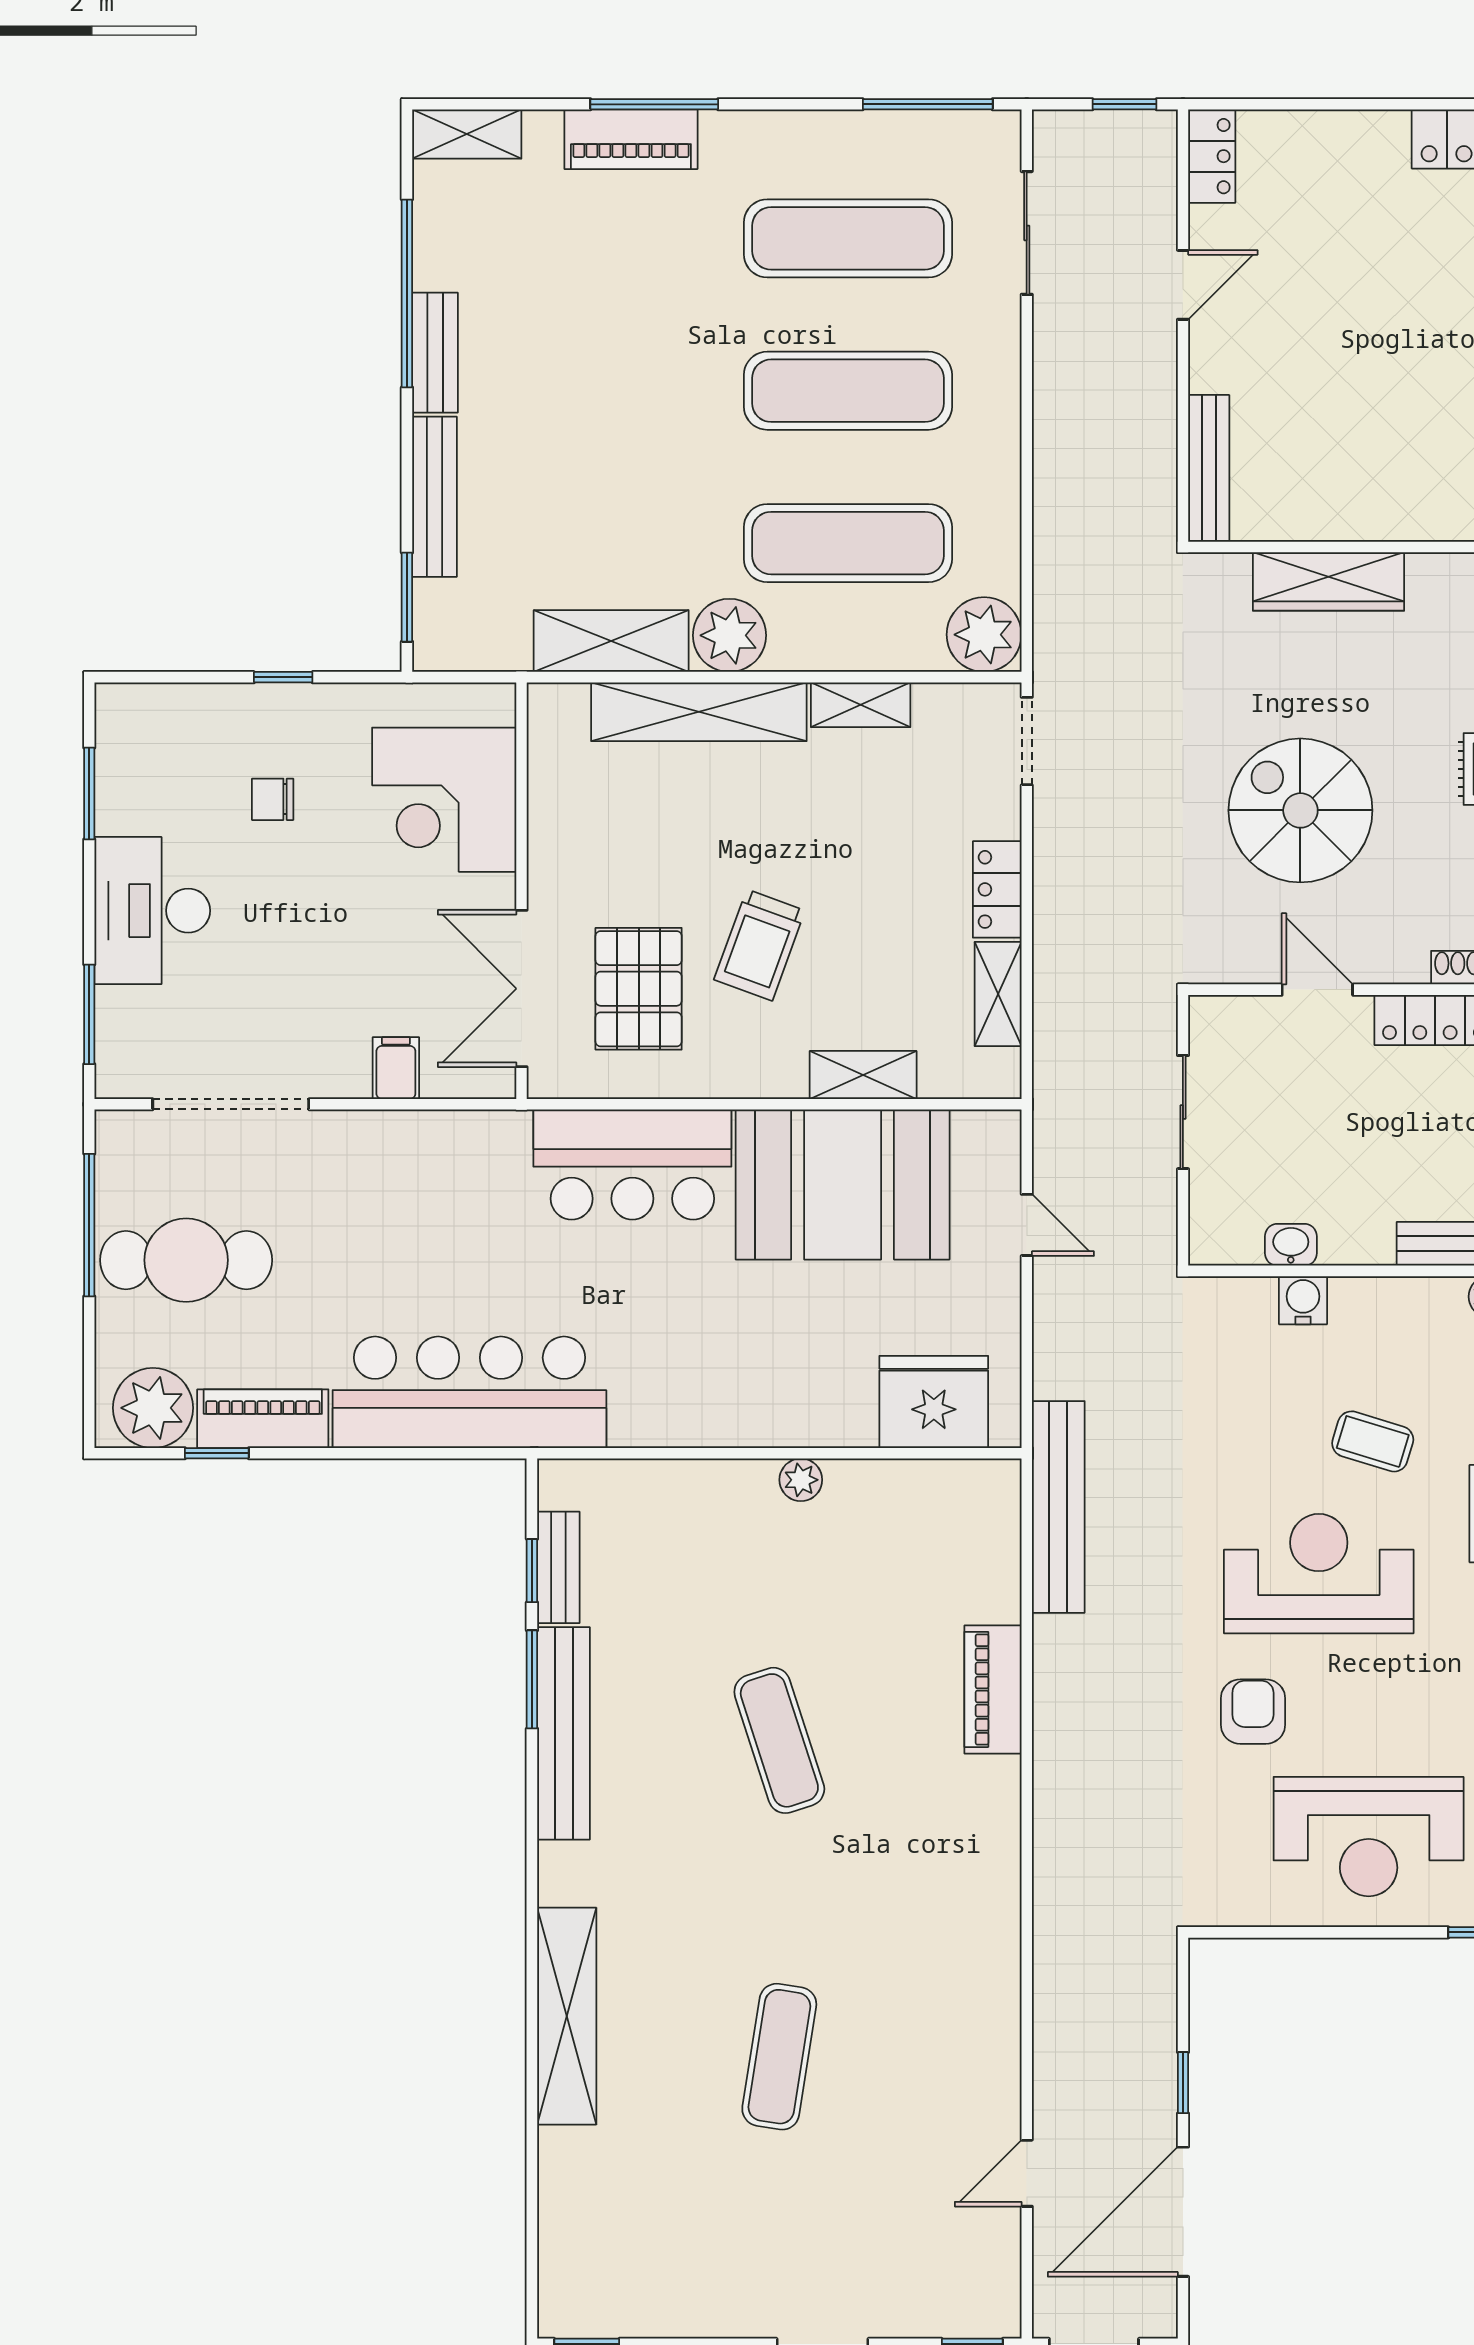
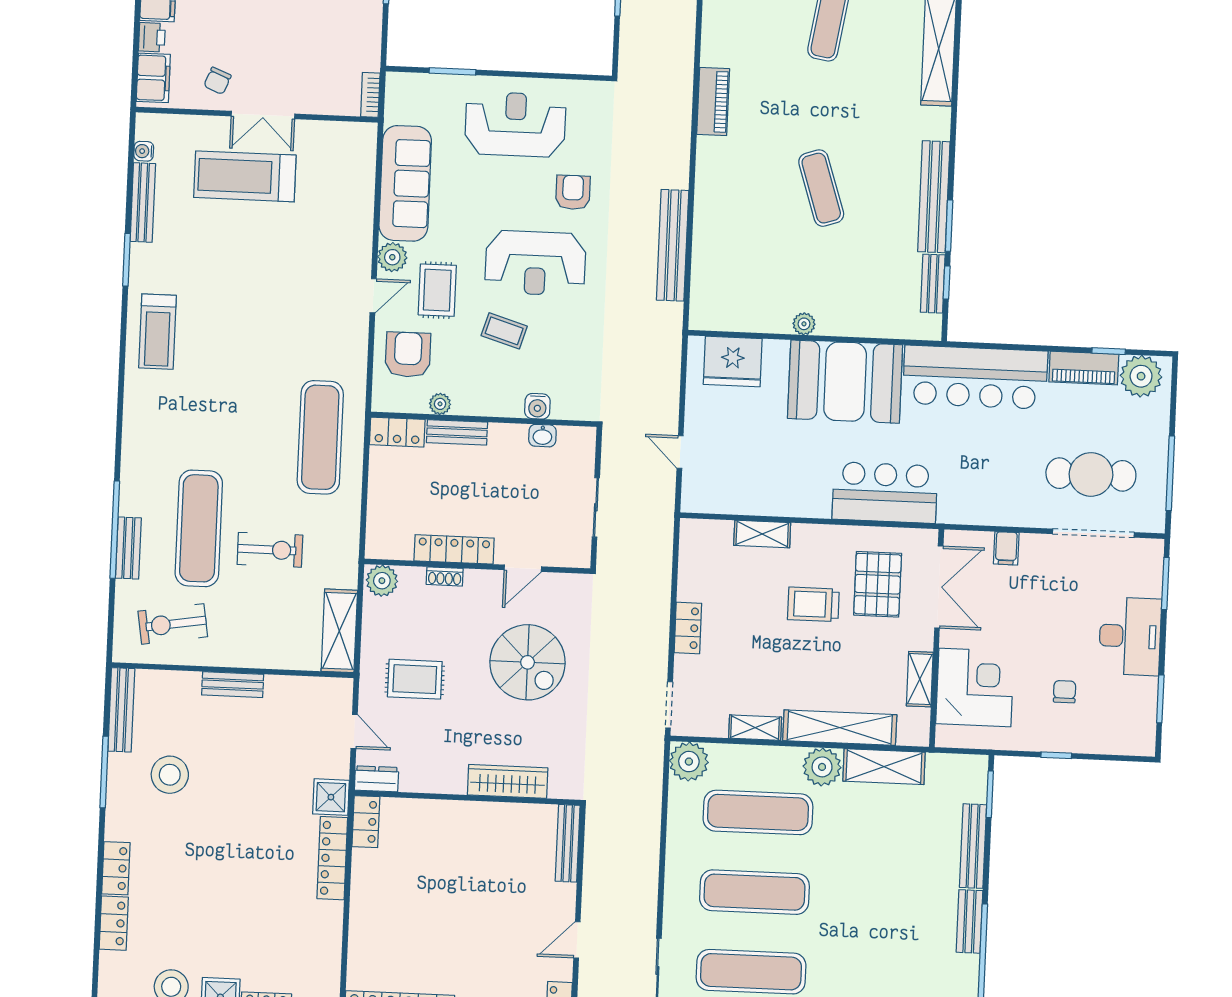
chair: (273, 799) -> (1065, 692), turned -90
trolley: (759, 945) -> (813, 604), turned -110
door: (1317, 990) -> (523, 568), hinge flipped
shelving: (998, 994) -> (920, 679), moved
booth: (843, 1185) -> (845, 382), moved
cafe table: (186, 1260) -> (1091, 474), moved
bench: (1058, 1507) -> (673, 245), moved
piano: (993, 1689) -> (713, 102), moved
armchair: (1253, 1712) -> (573, 192), turned 180

